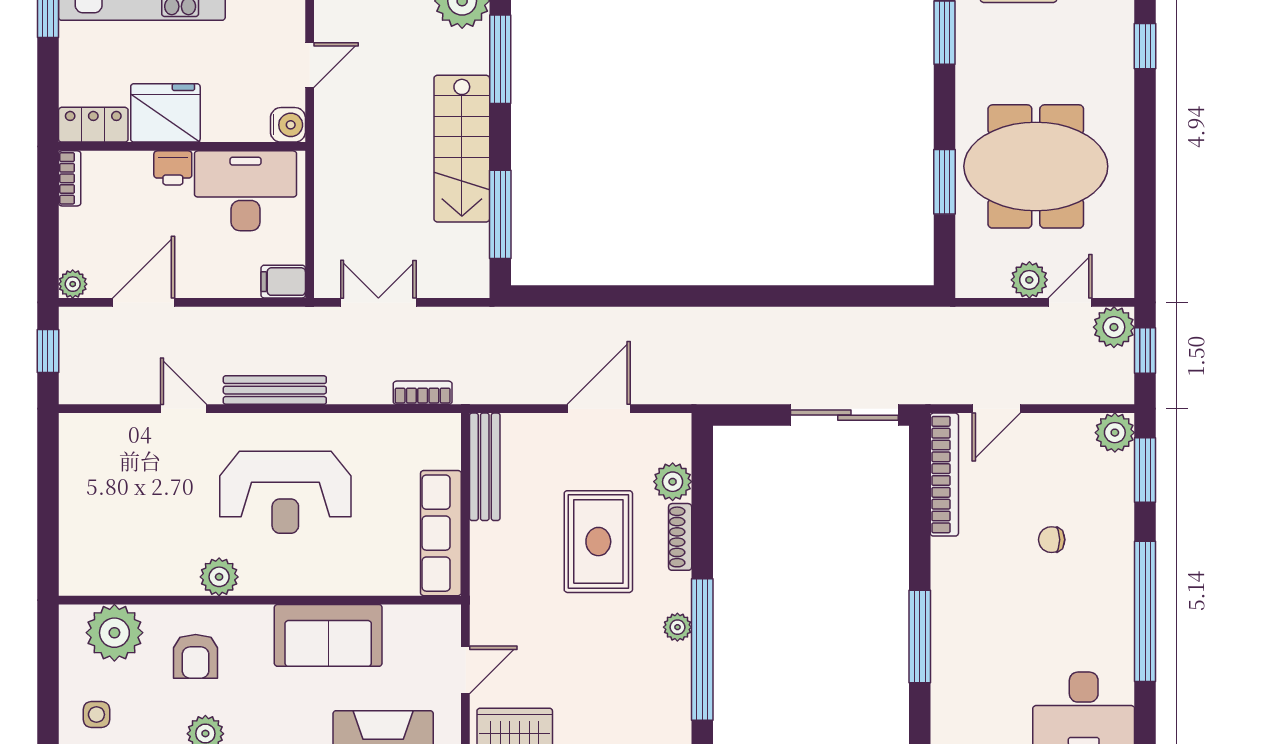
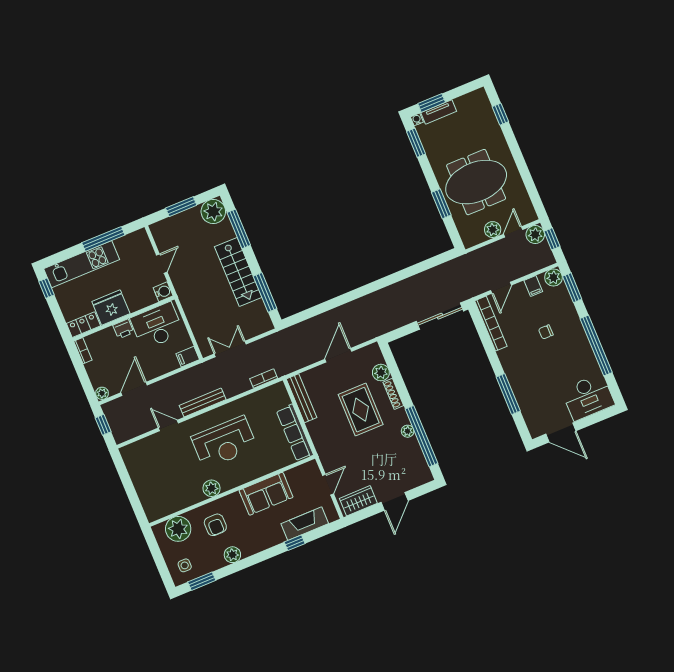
filing cabinet: (1065, 433) -> (533, 286), added

